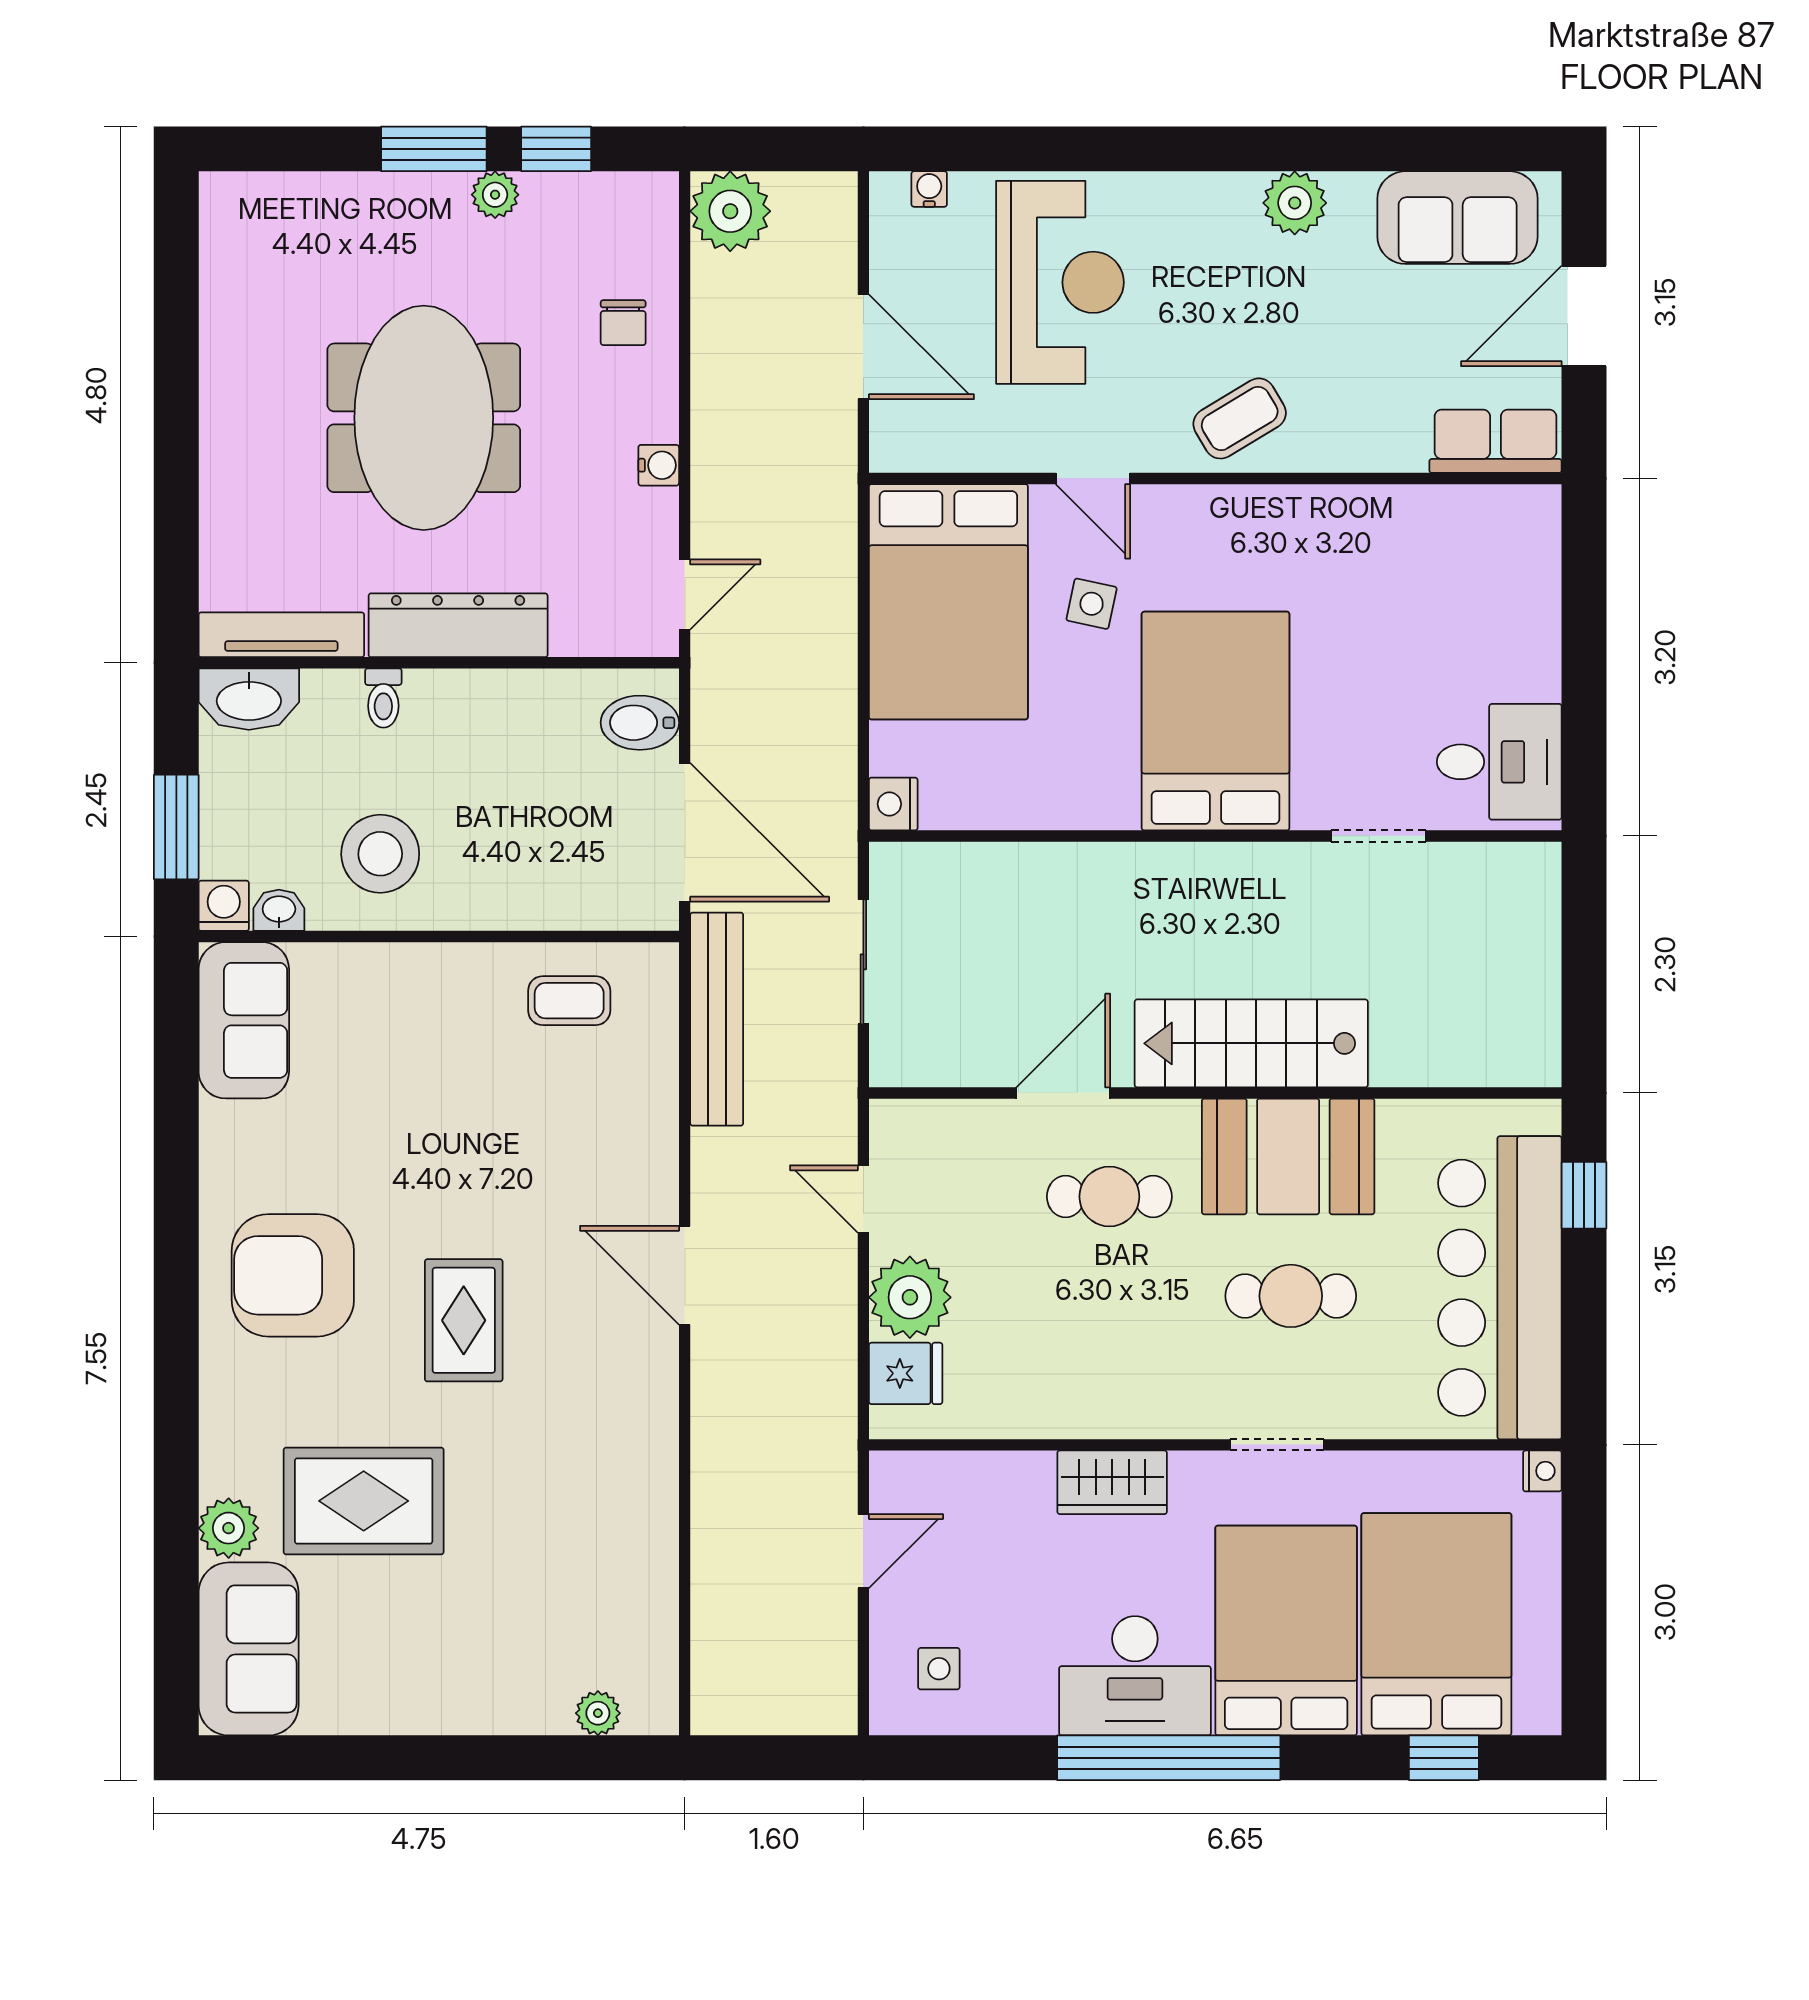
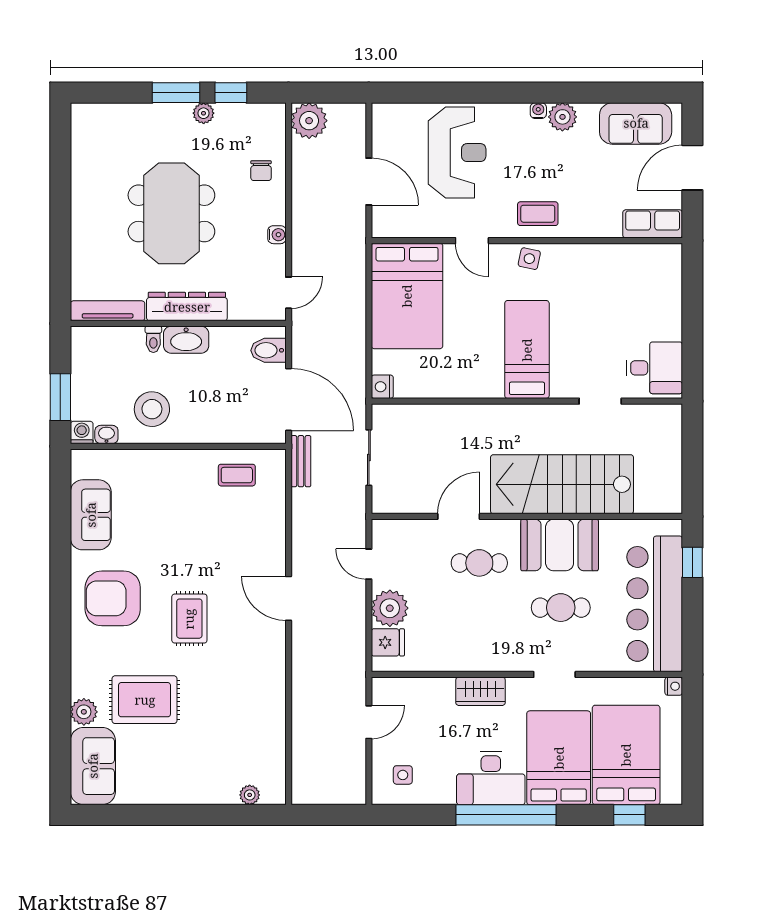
water cooler: (929, 189) -> (538, 111), moved
coffee table: (1240, 418) -> (538, 214), turned 31
side table: (1092, 604) -> (529, 259), moved
washbasin: (249, 699) -> (186, 340), moved
bed: (1216, 721) -> (527, 350), width x0.67
bench: (717, 1019) -> (301, 461), width x0.54, depth x0.82
sofa: (244, 1020) -> (91, 515), moved
stairs: (1251, 1043) -> (562, 484), width x1.36, depth x1.51

